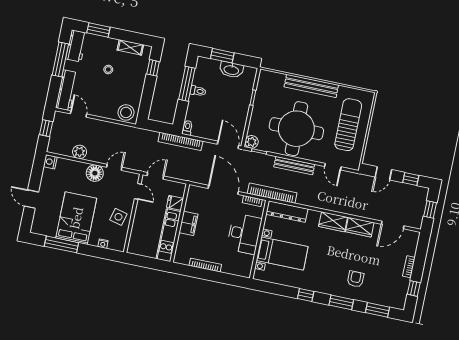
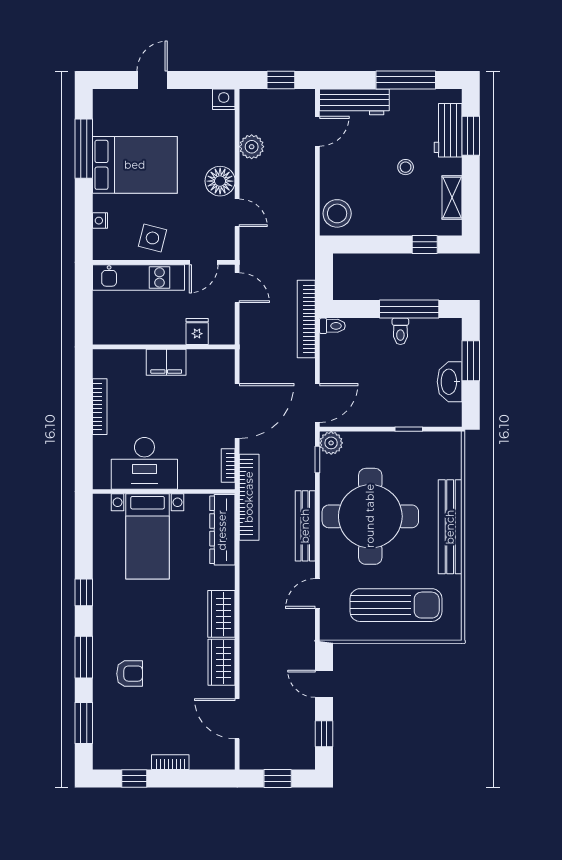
workbench: (76, 46) -> (448, 130), moved, turned 90
desk: (244, 234) -> (144, 463), moved
kitchen unit: (168, 235) -> (138, 277), moved, turned 180

